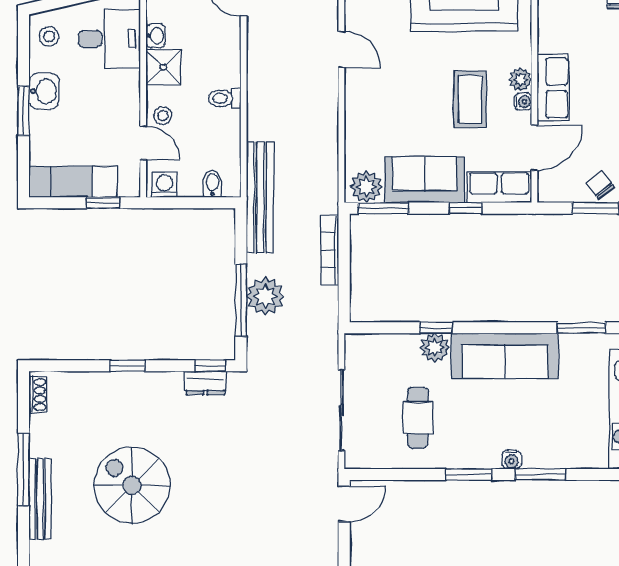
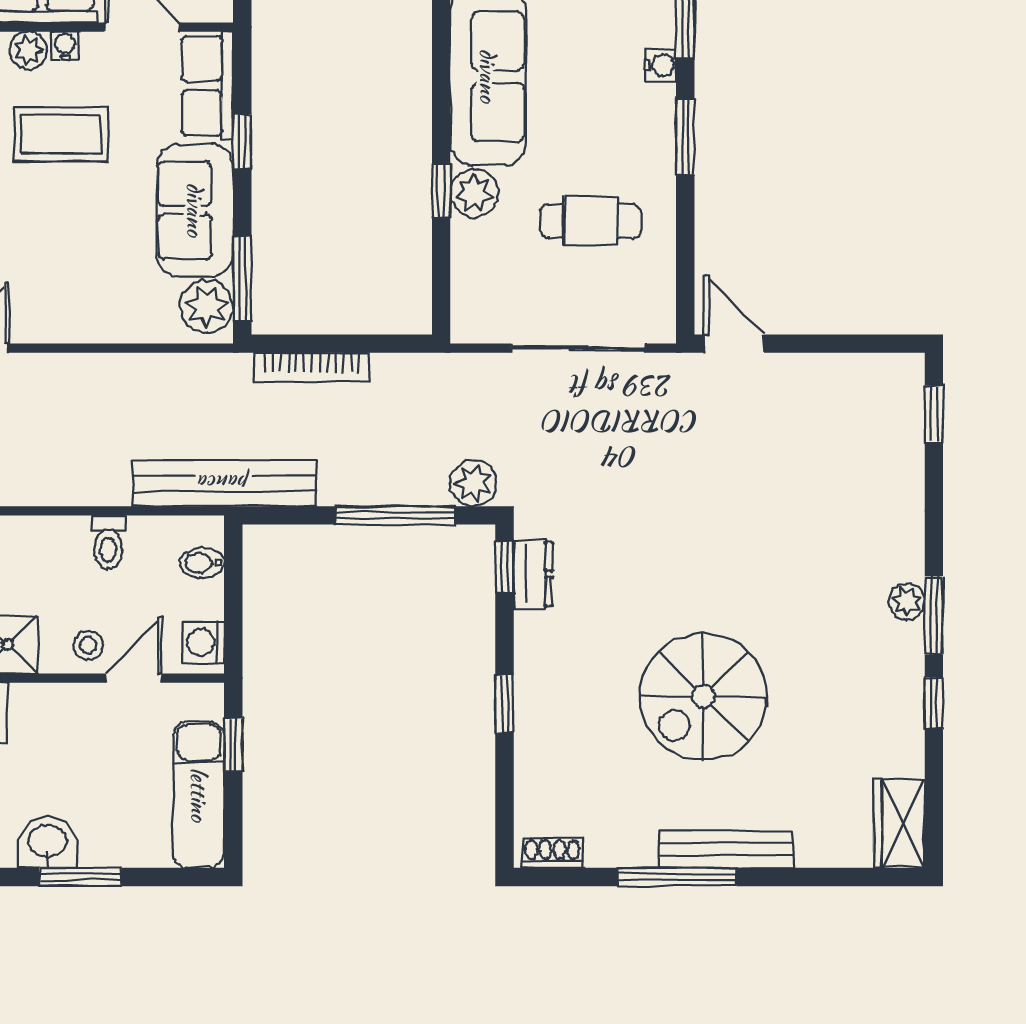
toilet: (225, 98) -> (108, 542), moved
plant: (265, 296) -> (473, 483), moved, width x0.73, depth x0.73

